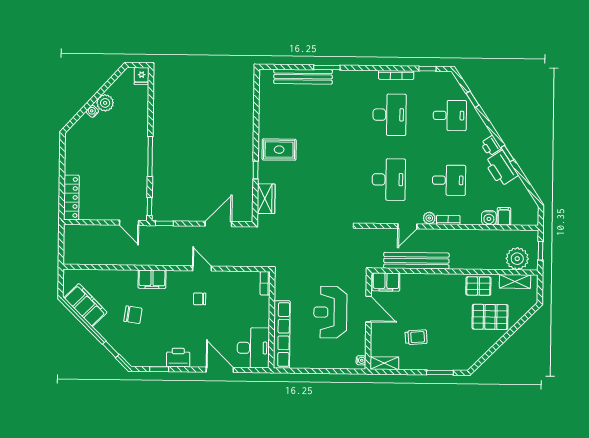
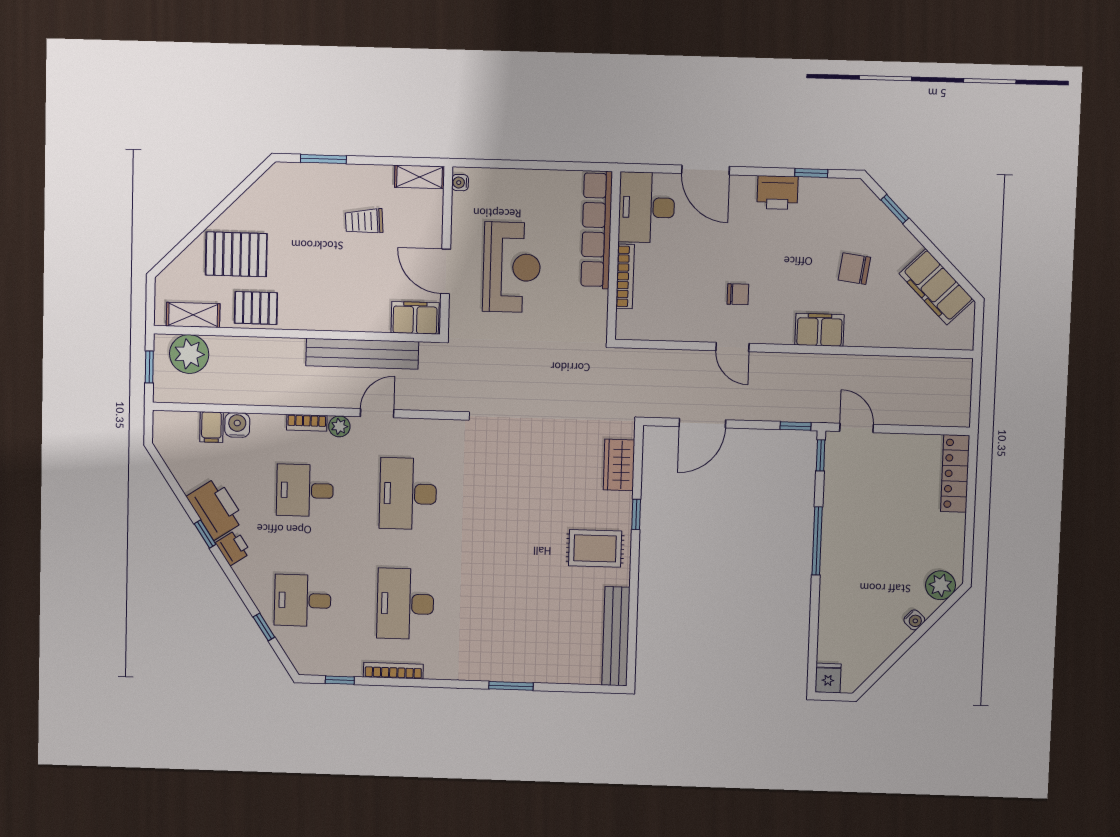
bench: (303, 77) -> (616, 636), moved, turned 90
plant: (105, 103) -> (941, 585), moved
bookcase: (265, 283) -> (625, 276), moved, width x1.56

